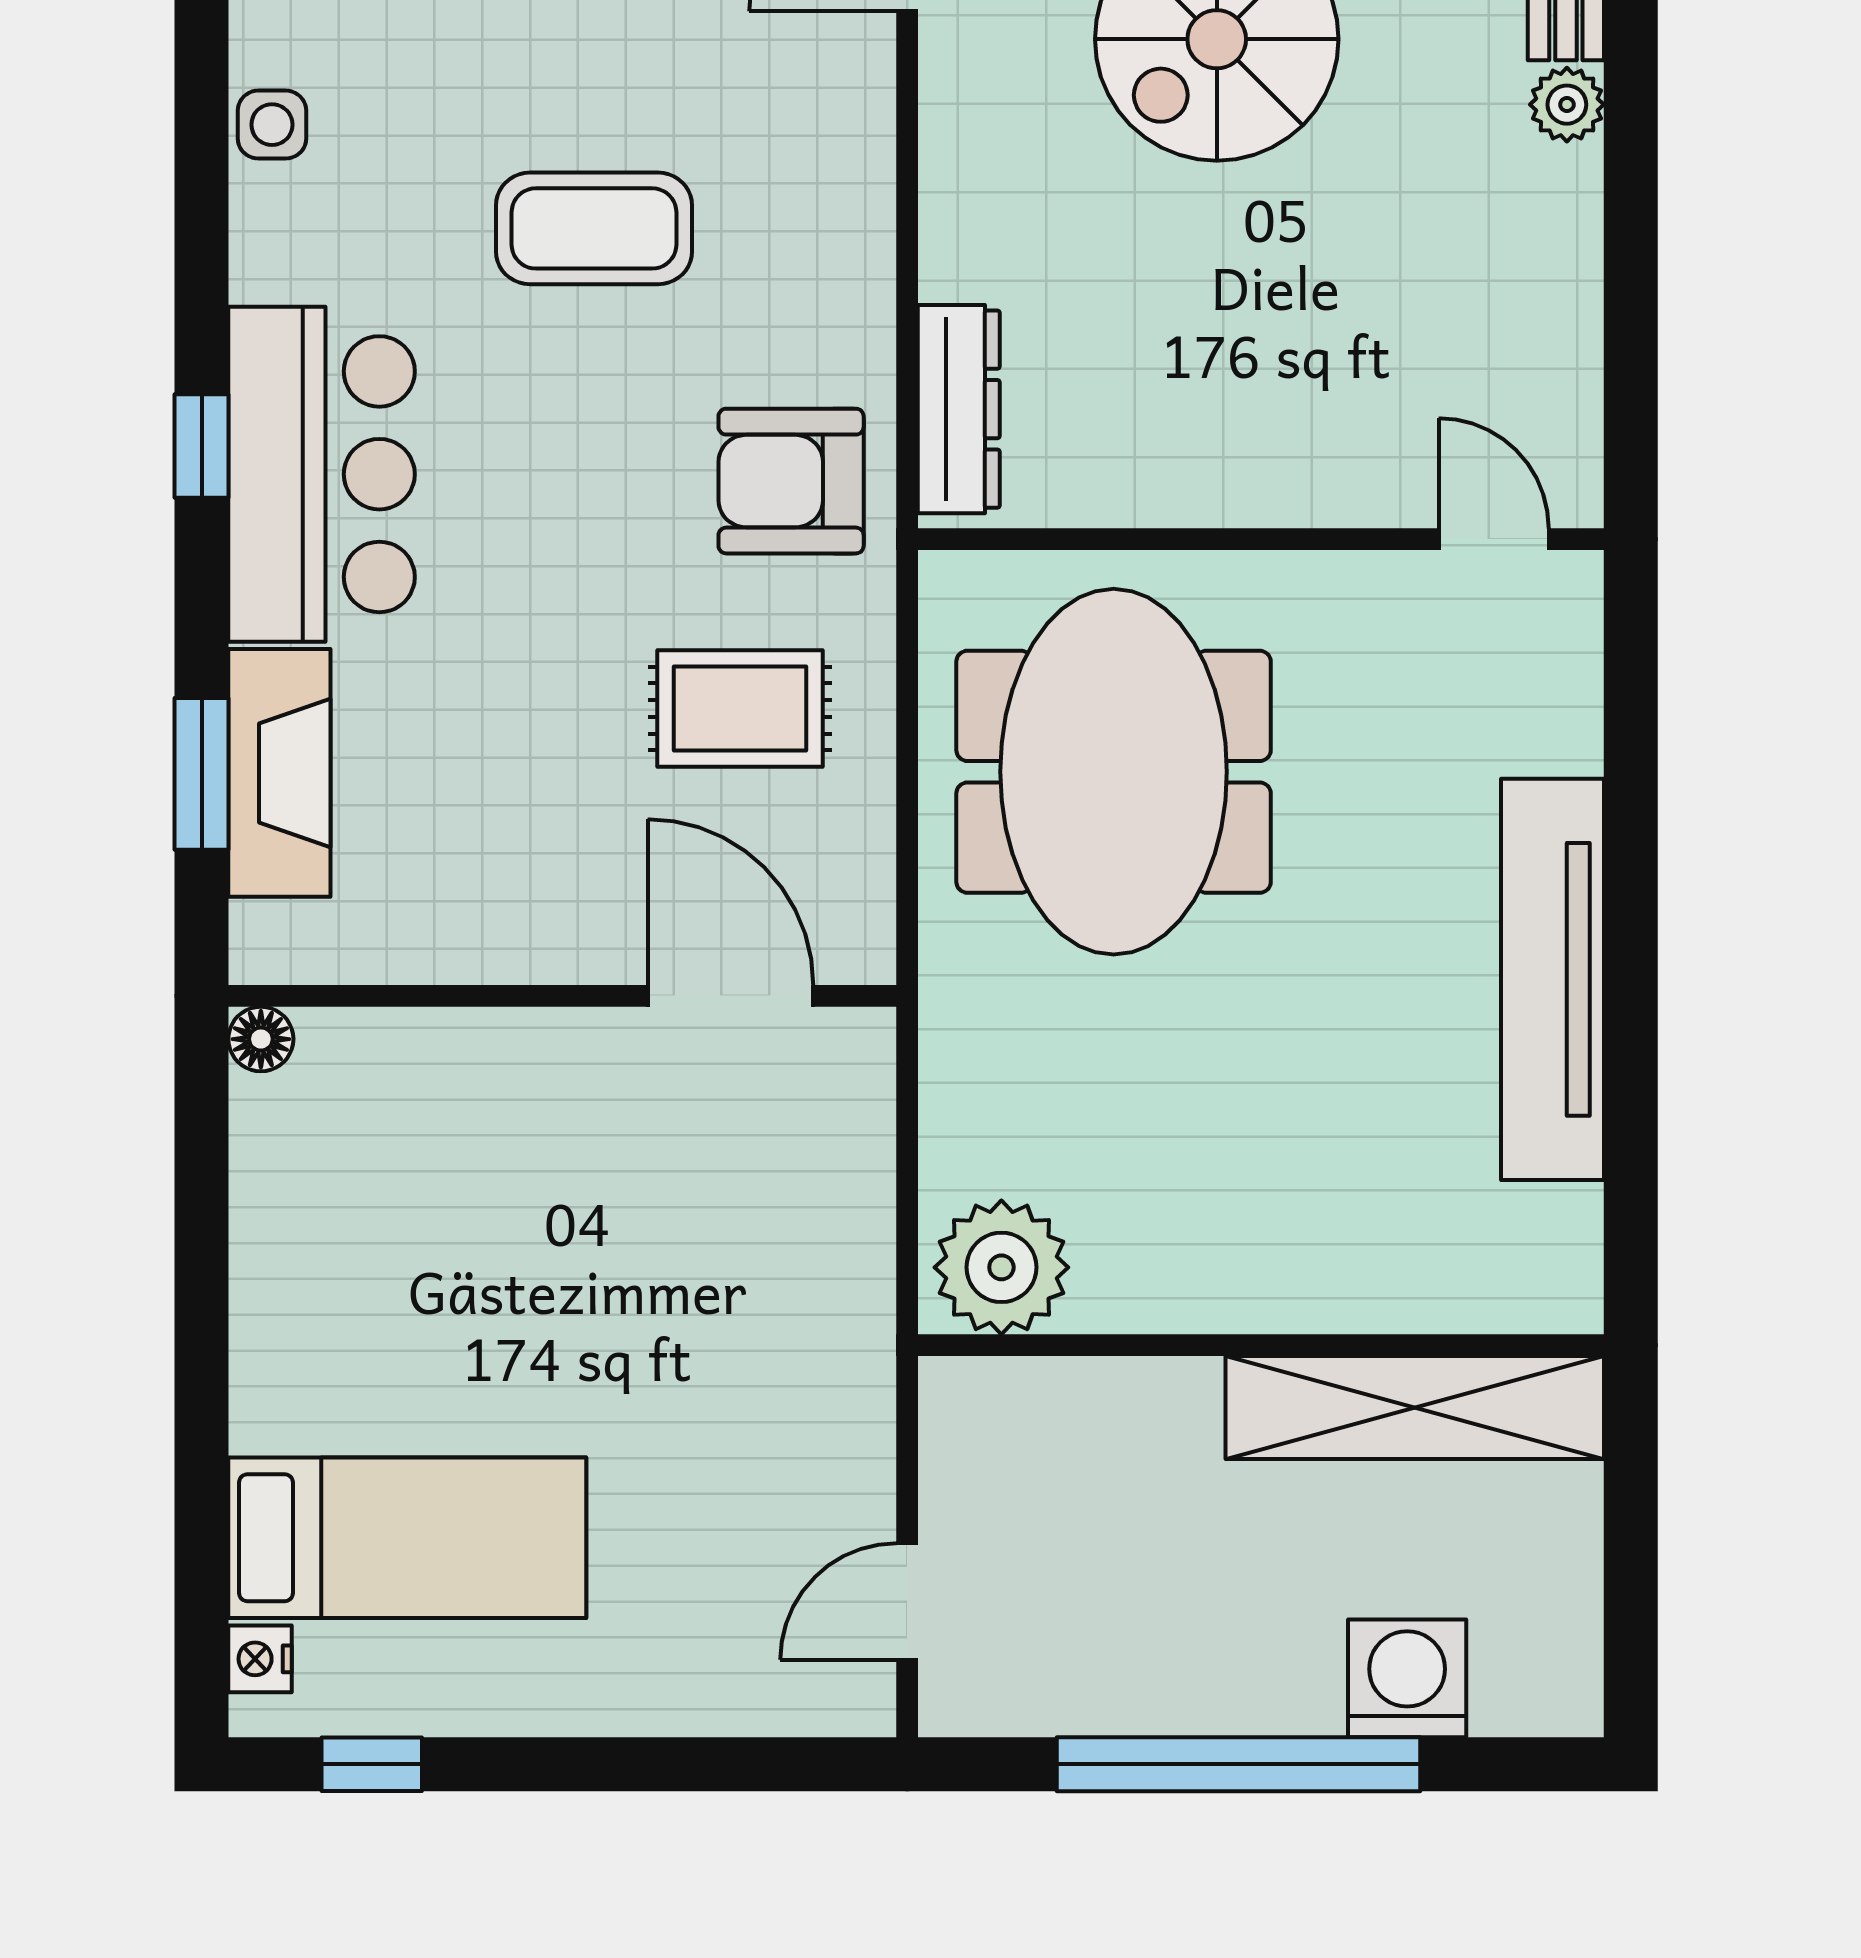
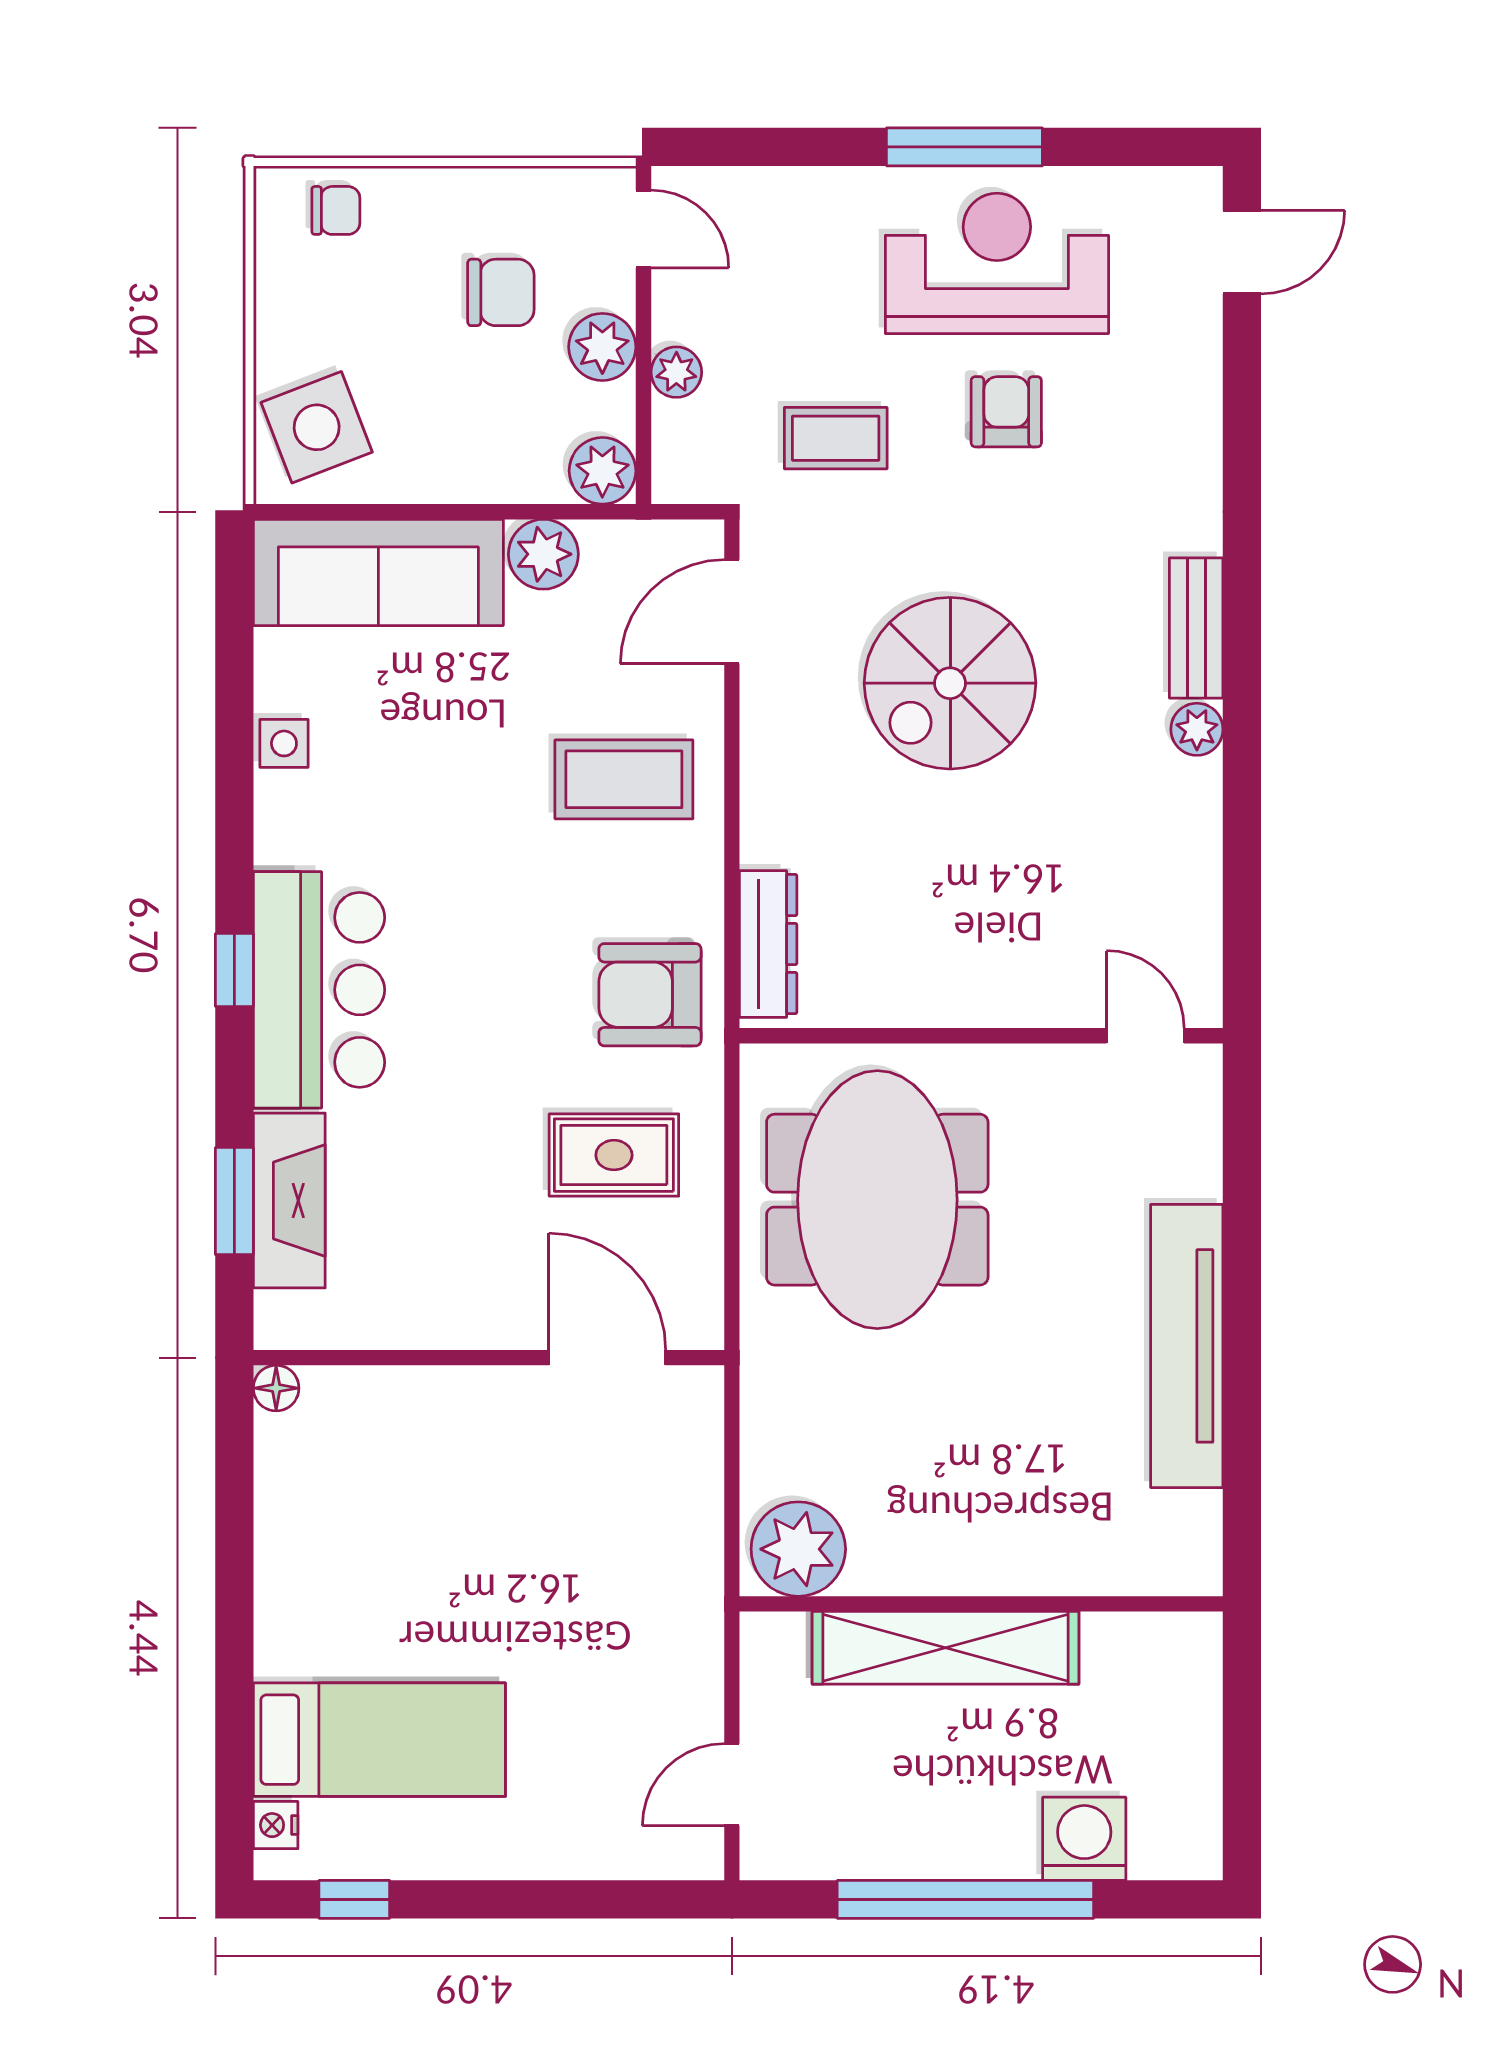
coffee table: (594, 228) -> (624, 779), moved
shelving: (1415, 1407) -> (945, 1648), moved

